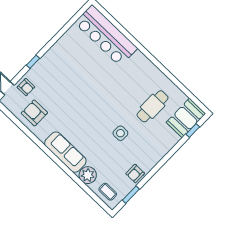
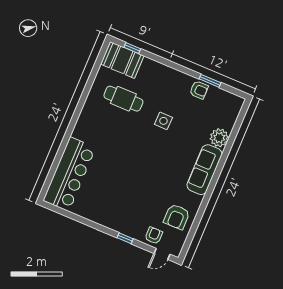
coffee table: (108, 192) -> (228, 111), removed
window: (131, 195) -> (210, 81), moved

